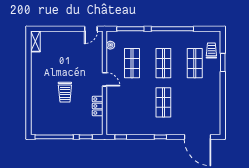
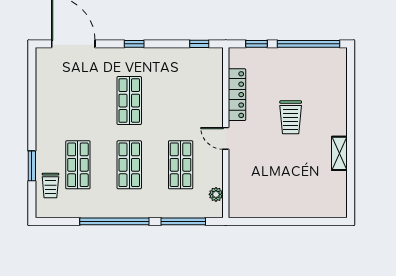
door: (91, 29) -> (248, 221), removed
shelving: (35, 41) -> (339, 153), moved
trolley: (65, 92) -> (291, 117), turned 180
locker: (98, 106) -> (237, 95), width x1.53

